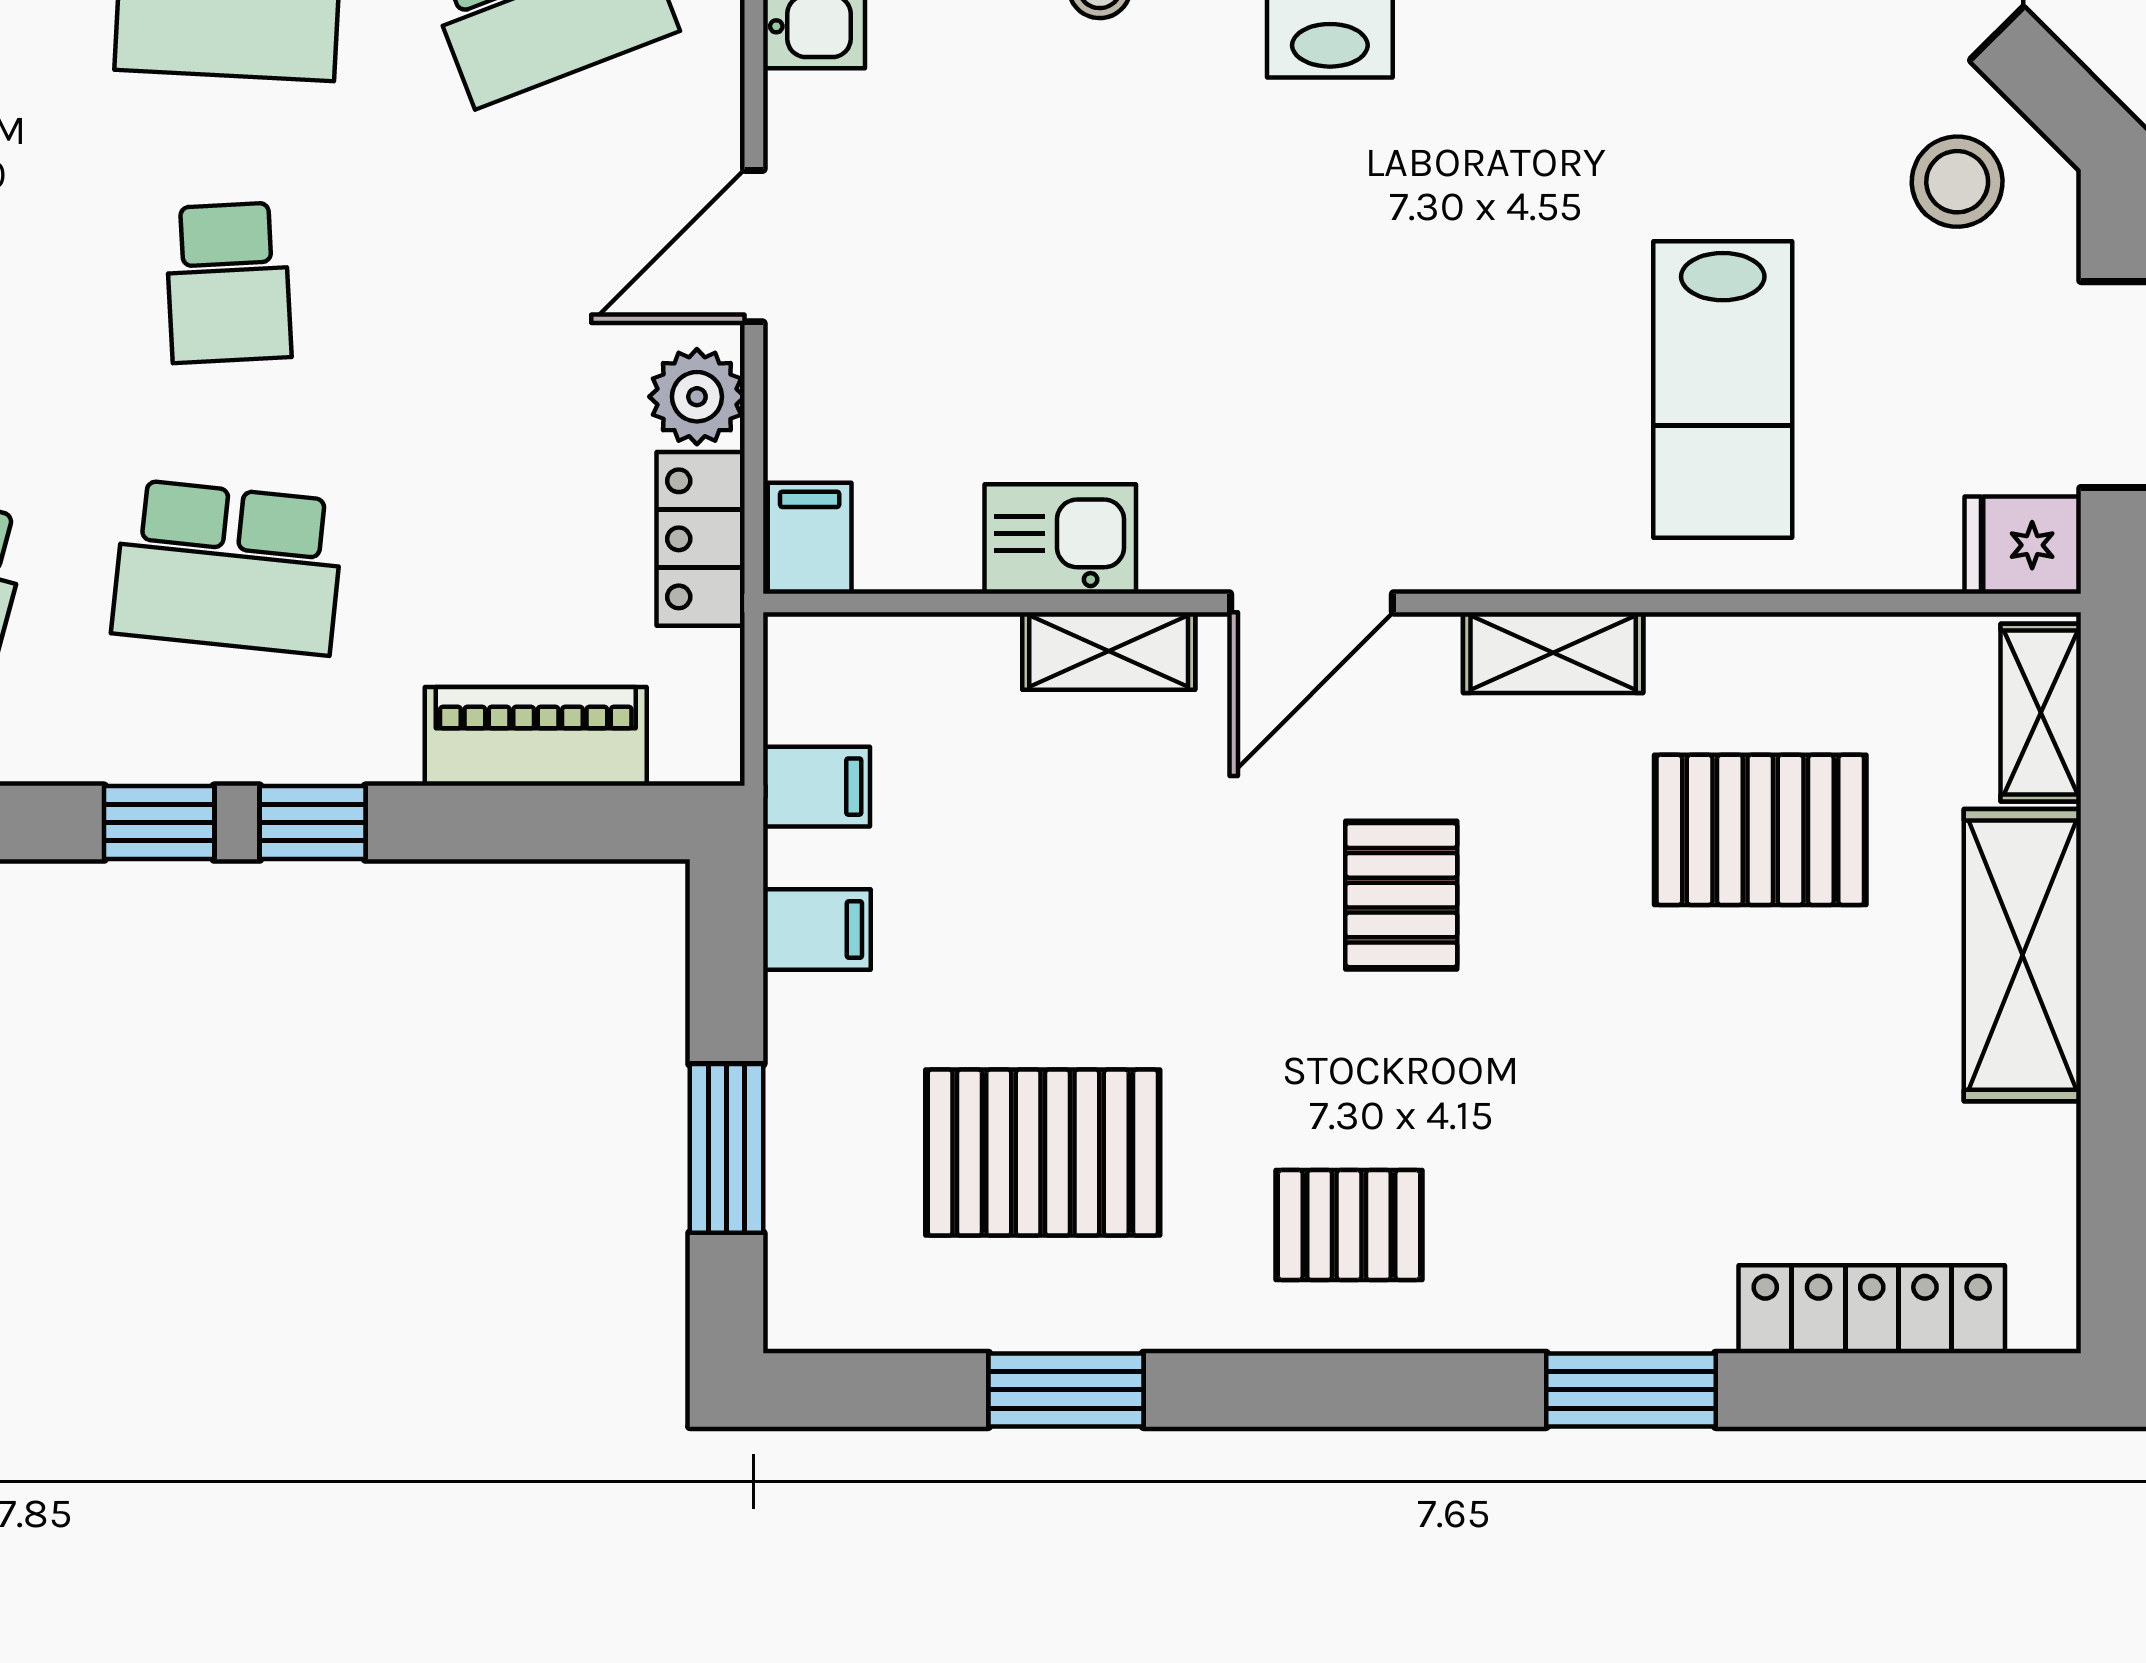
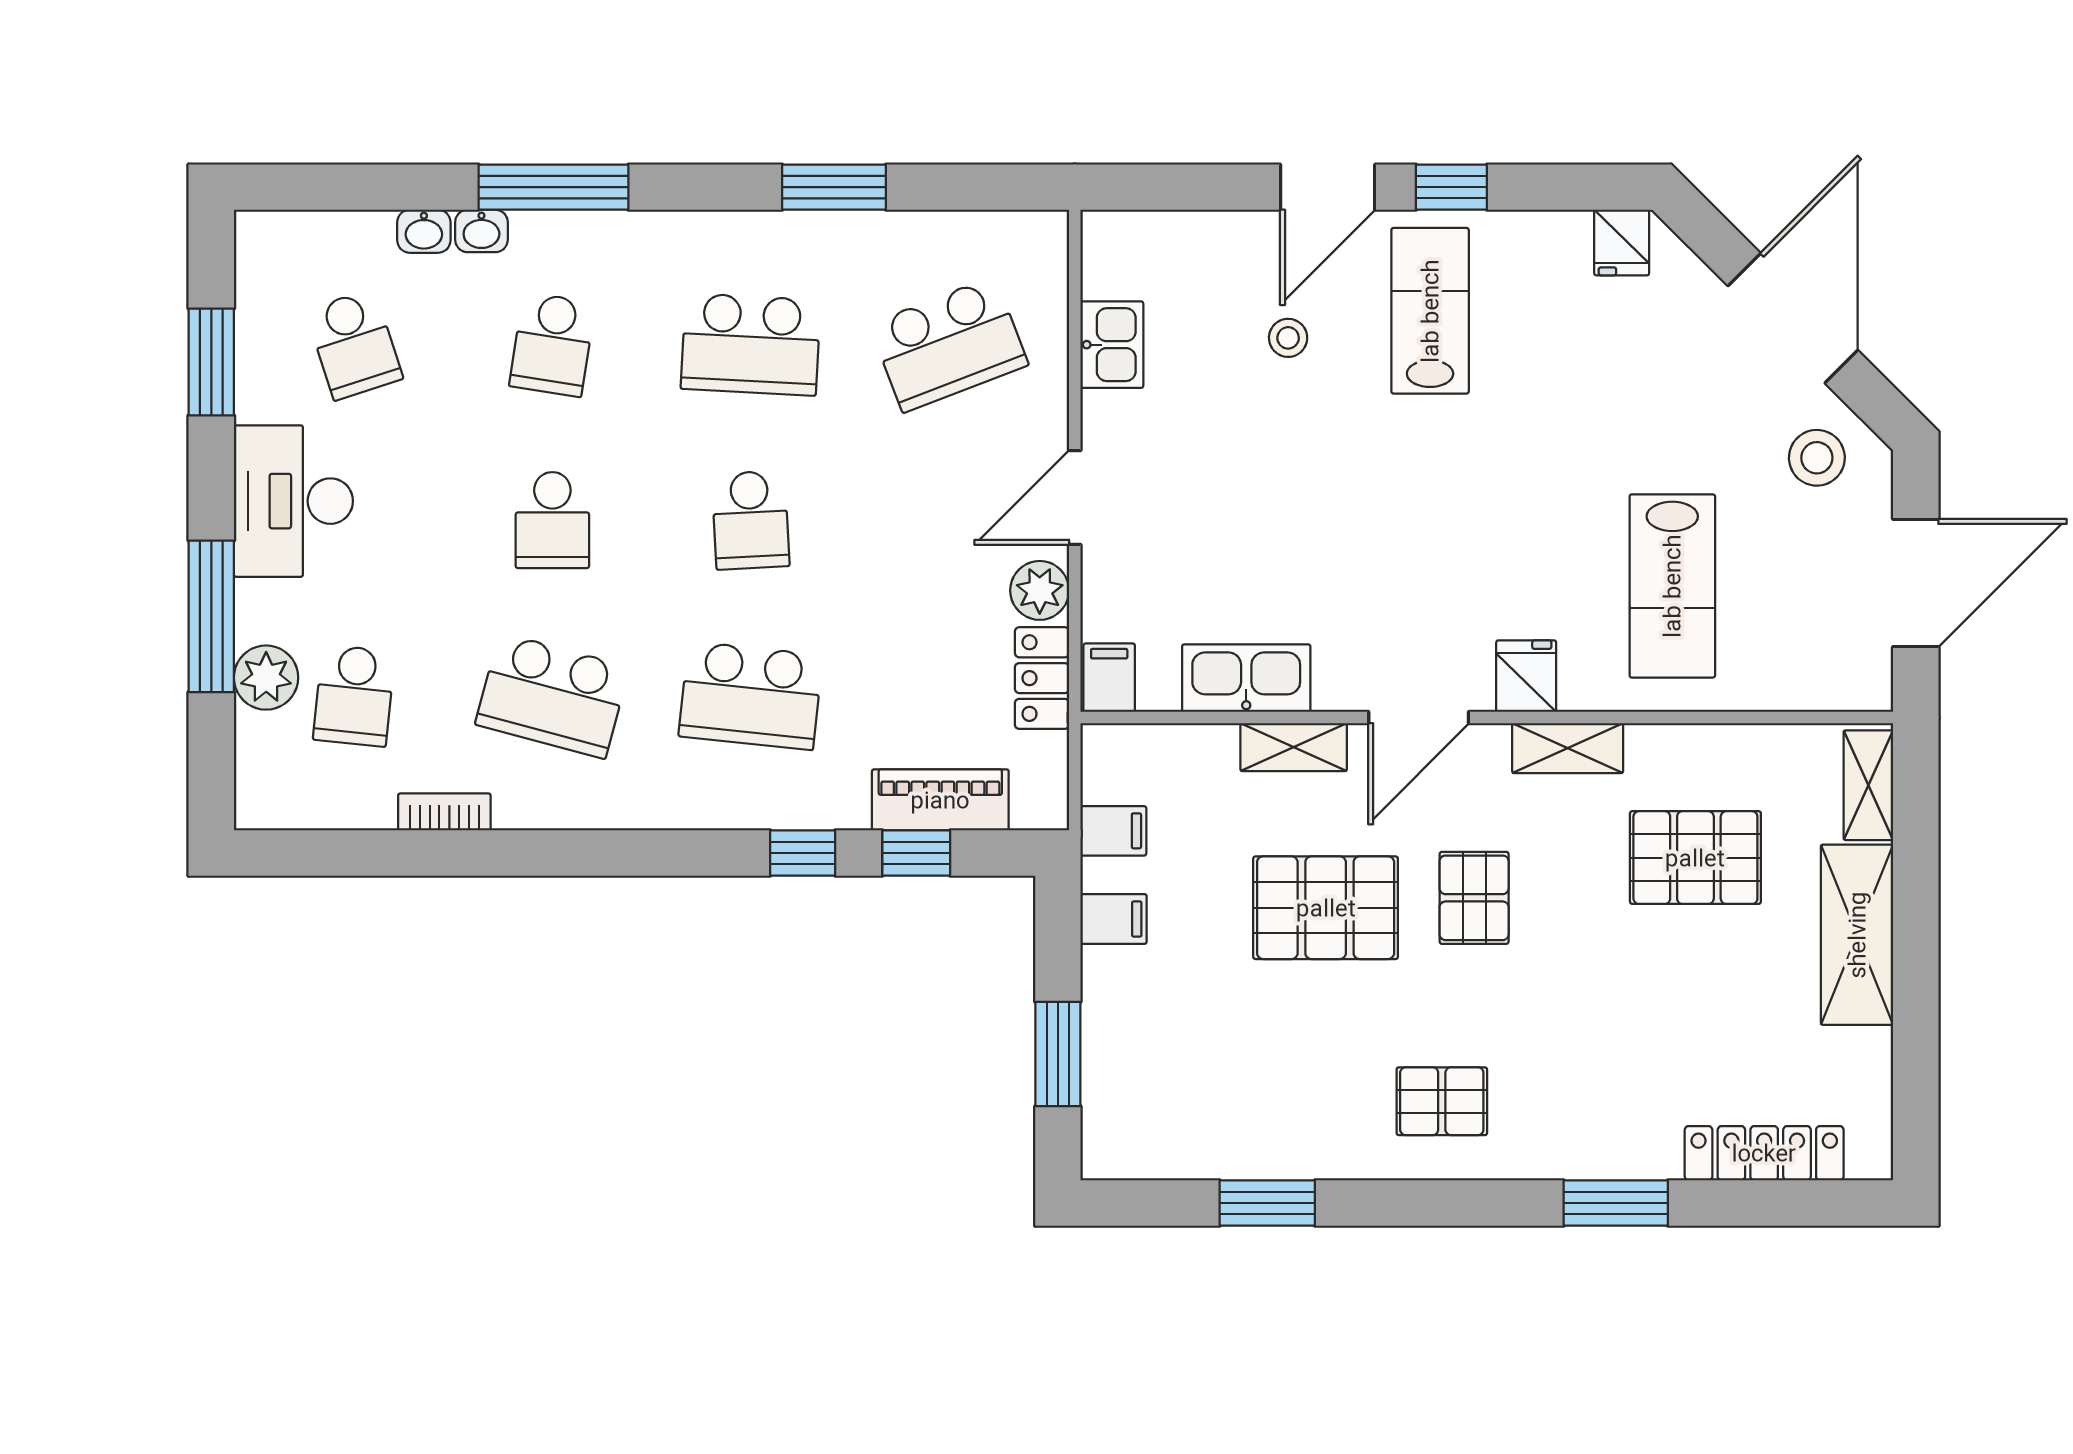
kitchen sink: (1060, 539) -> (1246, 678), width x1.38
fridge: (2023, 545) -> (1526, 676), moved, turned 90
window: (159, 823) -> (916, 853), moved
pallet: (1043, 1153) -> (1326, 908), moved

